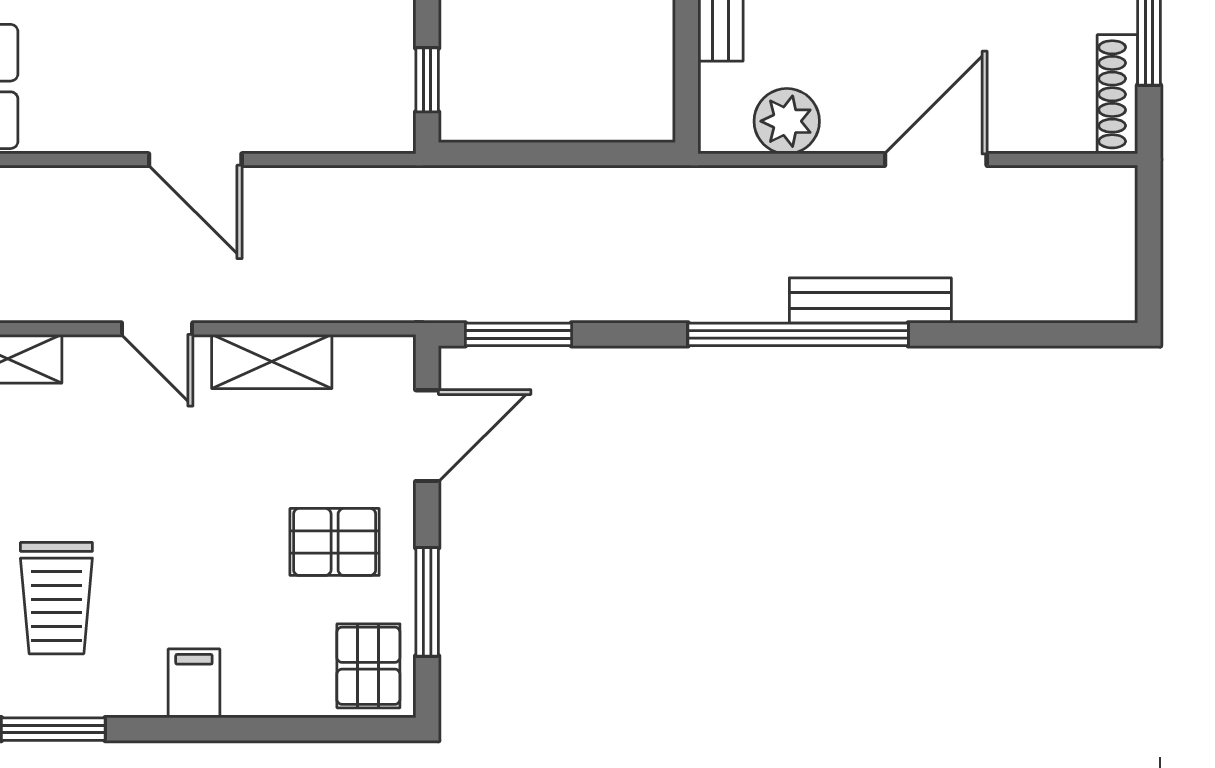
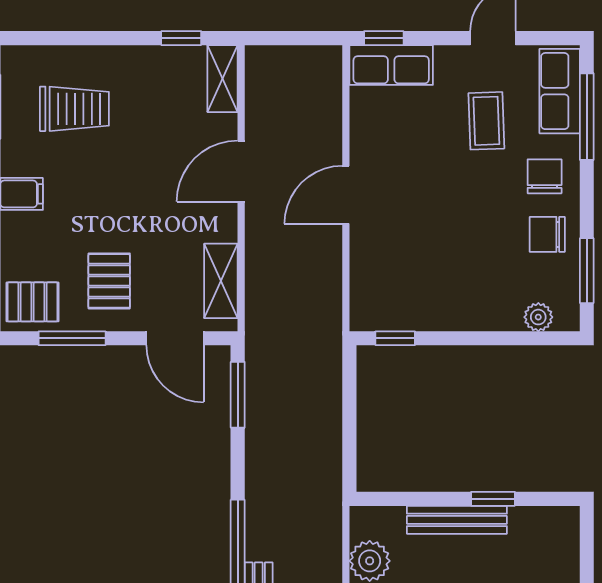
door: (157, 329) -> (241, 171), width x1.38
shelving: (272, 361) -> (221, 281), moved
trolley: (56, 598) -> (74, 109), turned 180

